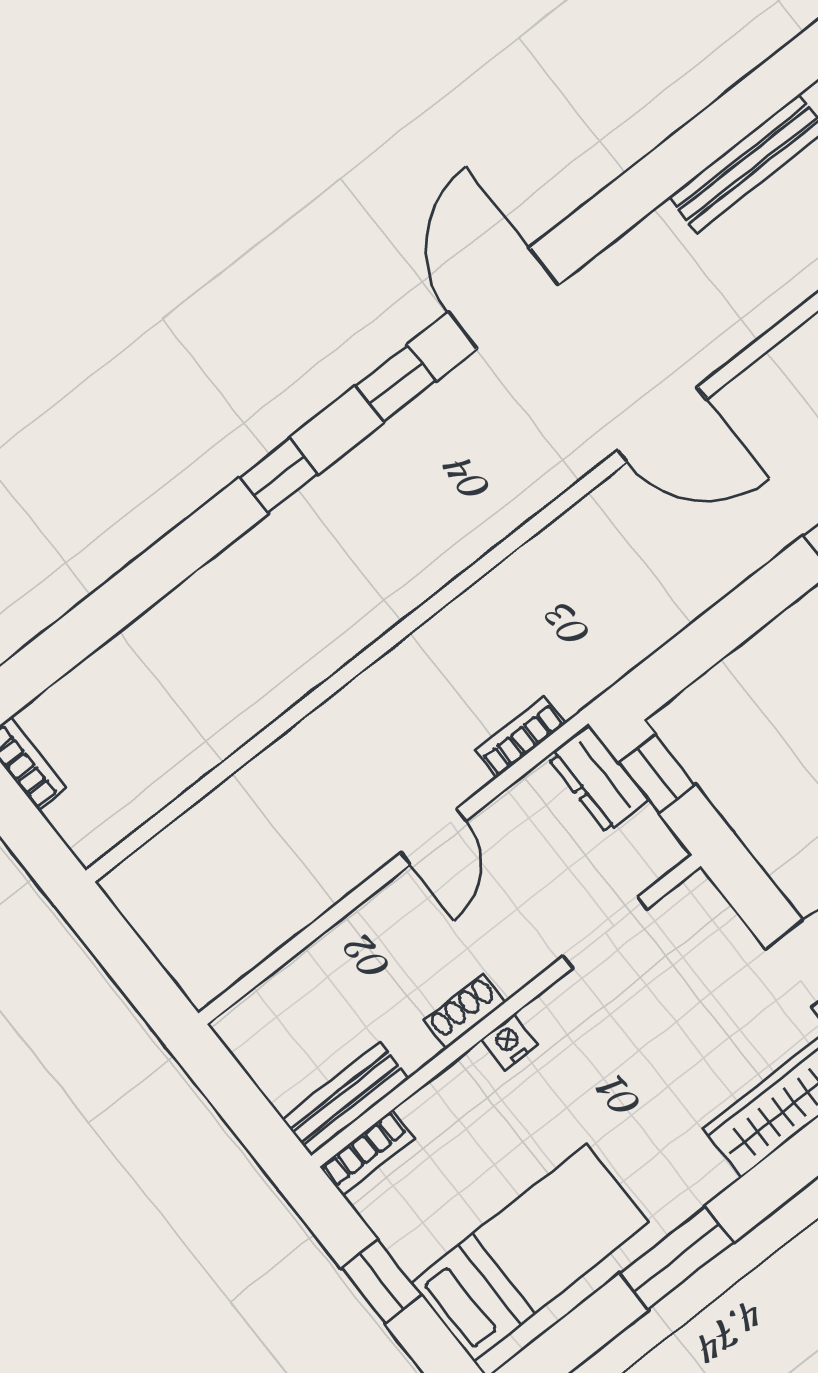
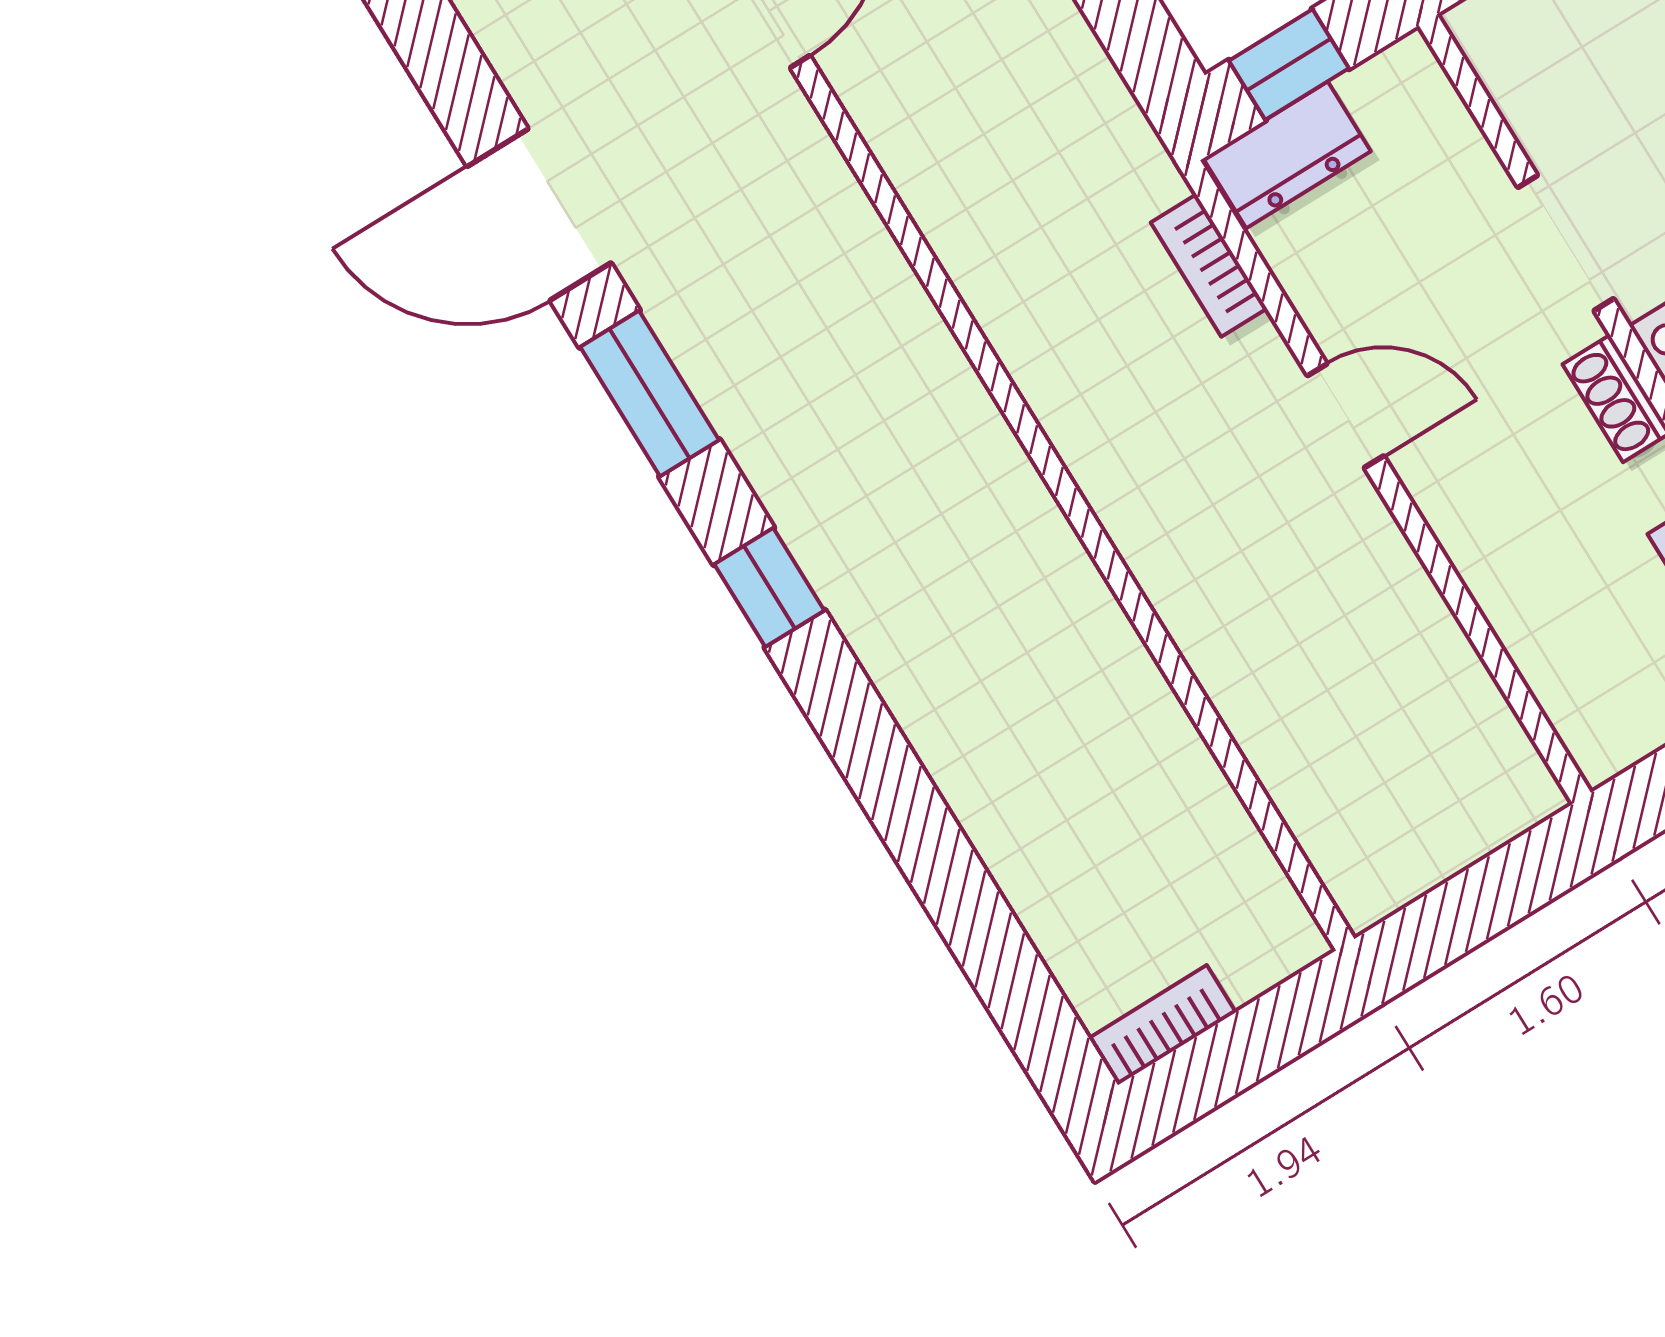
window: (396, 383) -> (650, 393), width x1.50
doorway: (605, 933) -> (1566, 243), moved

